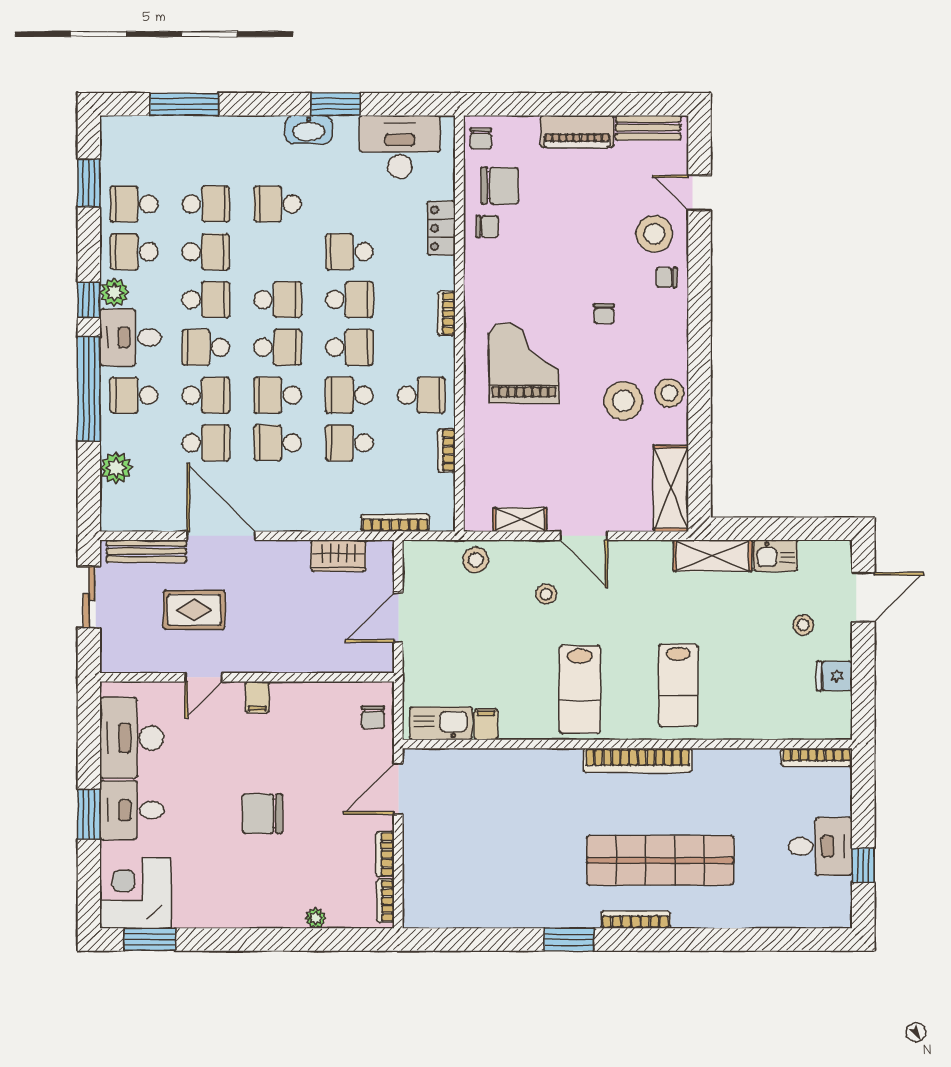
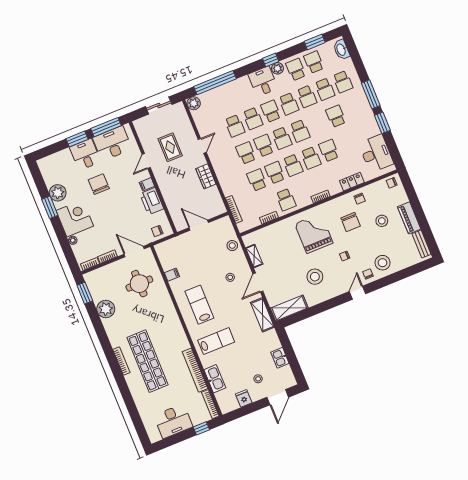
window: (184, 104) -> (371, 94), moved
washbasin: (309, 130) -> (341, 50), moved
chair: (500, 186) -> (351, 222), moved
door: (699, 193) -> (358, 293), moved
grand piano: (524, 363) -> (314, 233), turned -90
window: (89, 389) -> (215, 83), moved
stool: (669, 393) -> (382, 221), moved
school desk: (134, 395) -> (343, 82), moved, turned 180
plant: (116, 468) -> (194, 103), moved
door: (221, 536) -> (202, 146), width x0.53
bench: (146, 551) -> (185, 120), removed
wardrobe: (338, 556) -> (206, 176), moved
shelving: (712, 556) -> (262, 315), moved
door: (863, 597) -> (278, 397), hinge flipped
door: (204, 677) -> (146, 161), hinge flipped
lab bench: (678, 685) -> (216, 341), turned 180
lab bench: (580, 689) -> (199, 305), turned 90
printer: (300, 702) -> (152, 201), added
kitchen sink: (441, 723) -> (215, 379), moved
window: (89, 737) -> (106, 127), added
bookcase: (638, 760) -> (195, 370), moved
round table: (476, 807) -> (139, 284), added
chair: (263, 814) -> (99, 184), moved
desk: (821, 846) -> (173, 421), width x1.37
window: (863, 865) -> (201, 428), moved
corner desk: (135, 893) -> (75, 218), moved
plant: (503, 907) -> (106, 309), added
plant: (194, 908) -> (58, 193), added
window: (150, 940) -> (50, 207), moved
window: (569, 940) -> (85, 293), moved

